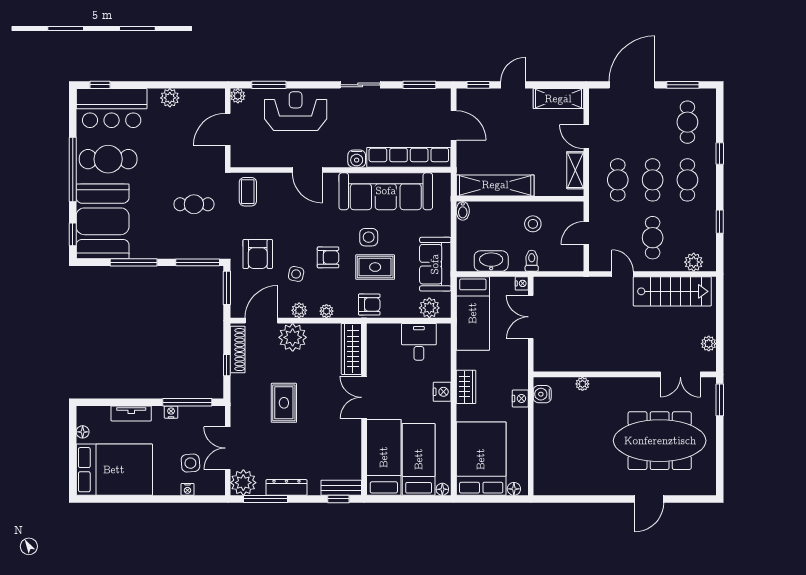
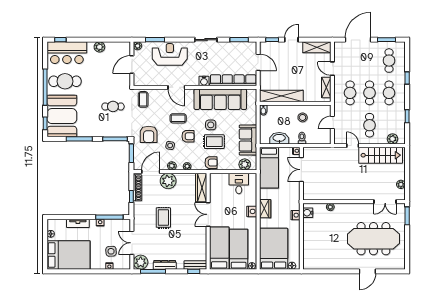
coffee table: (310, 225) -> (178, 118), added

